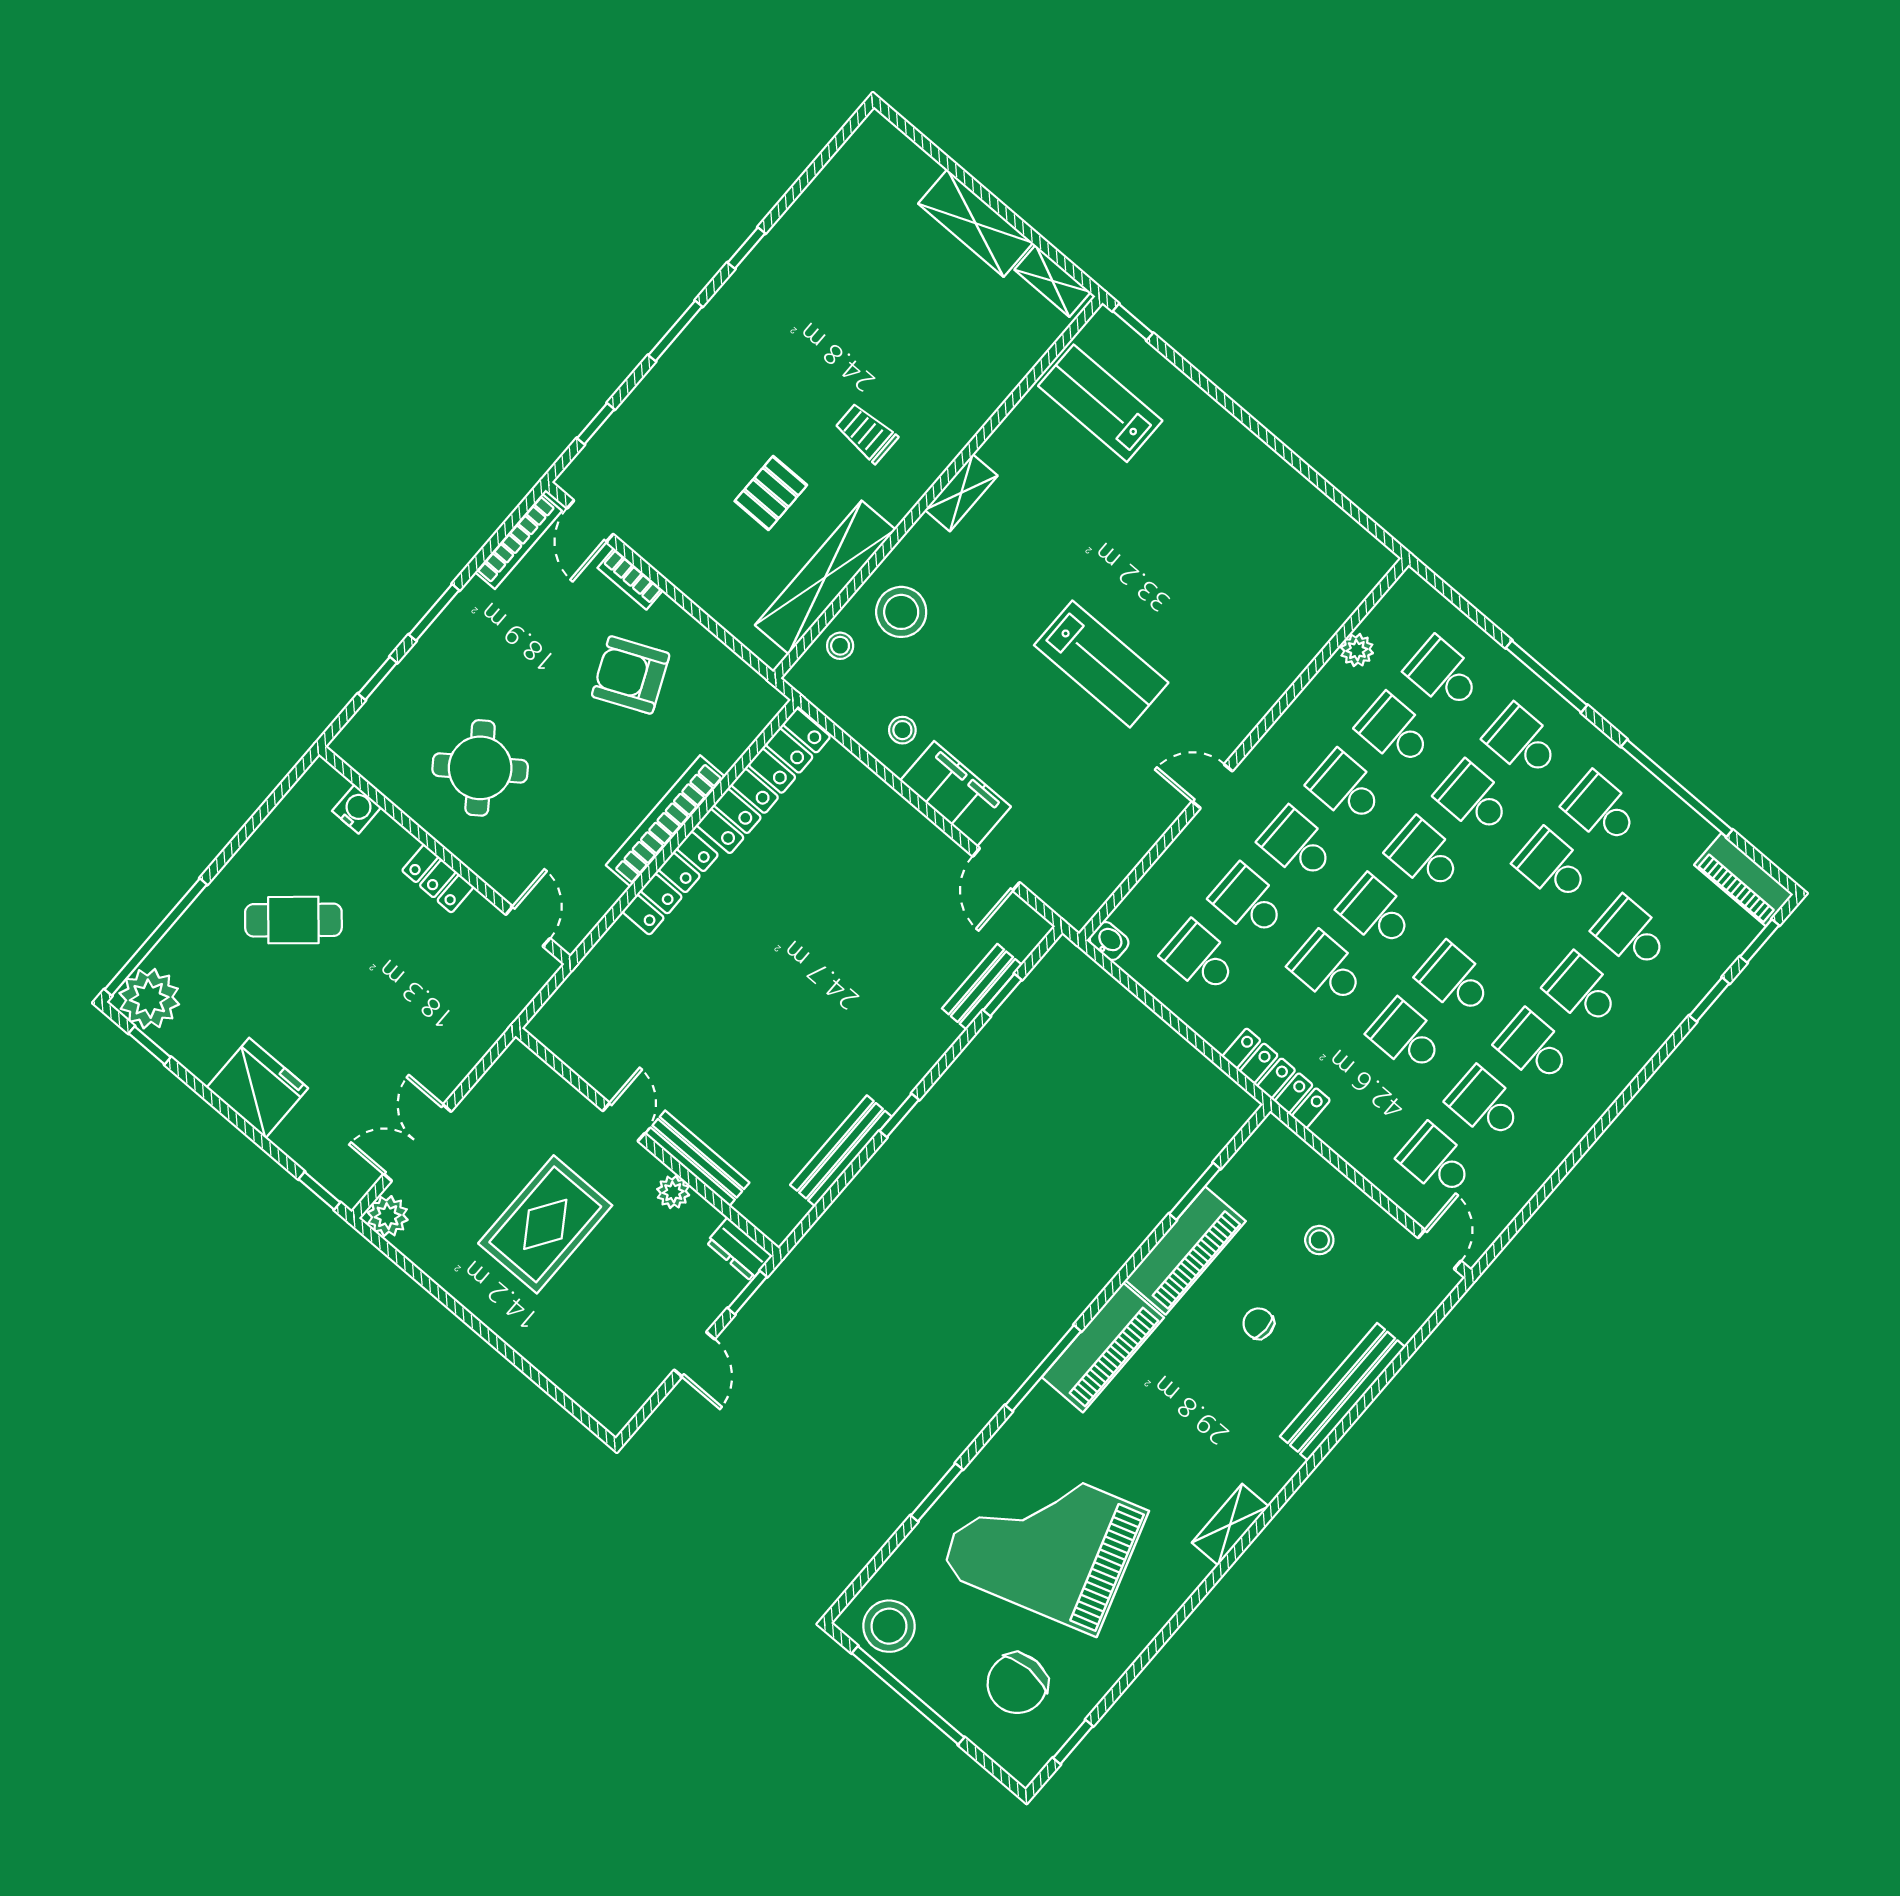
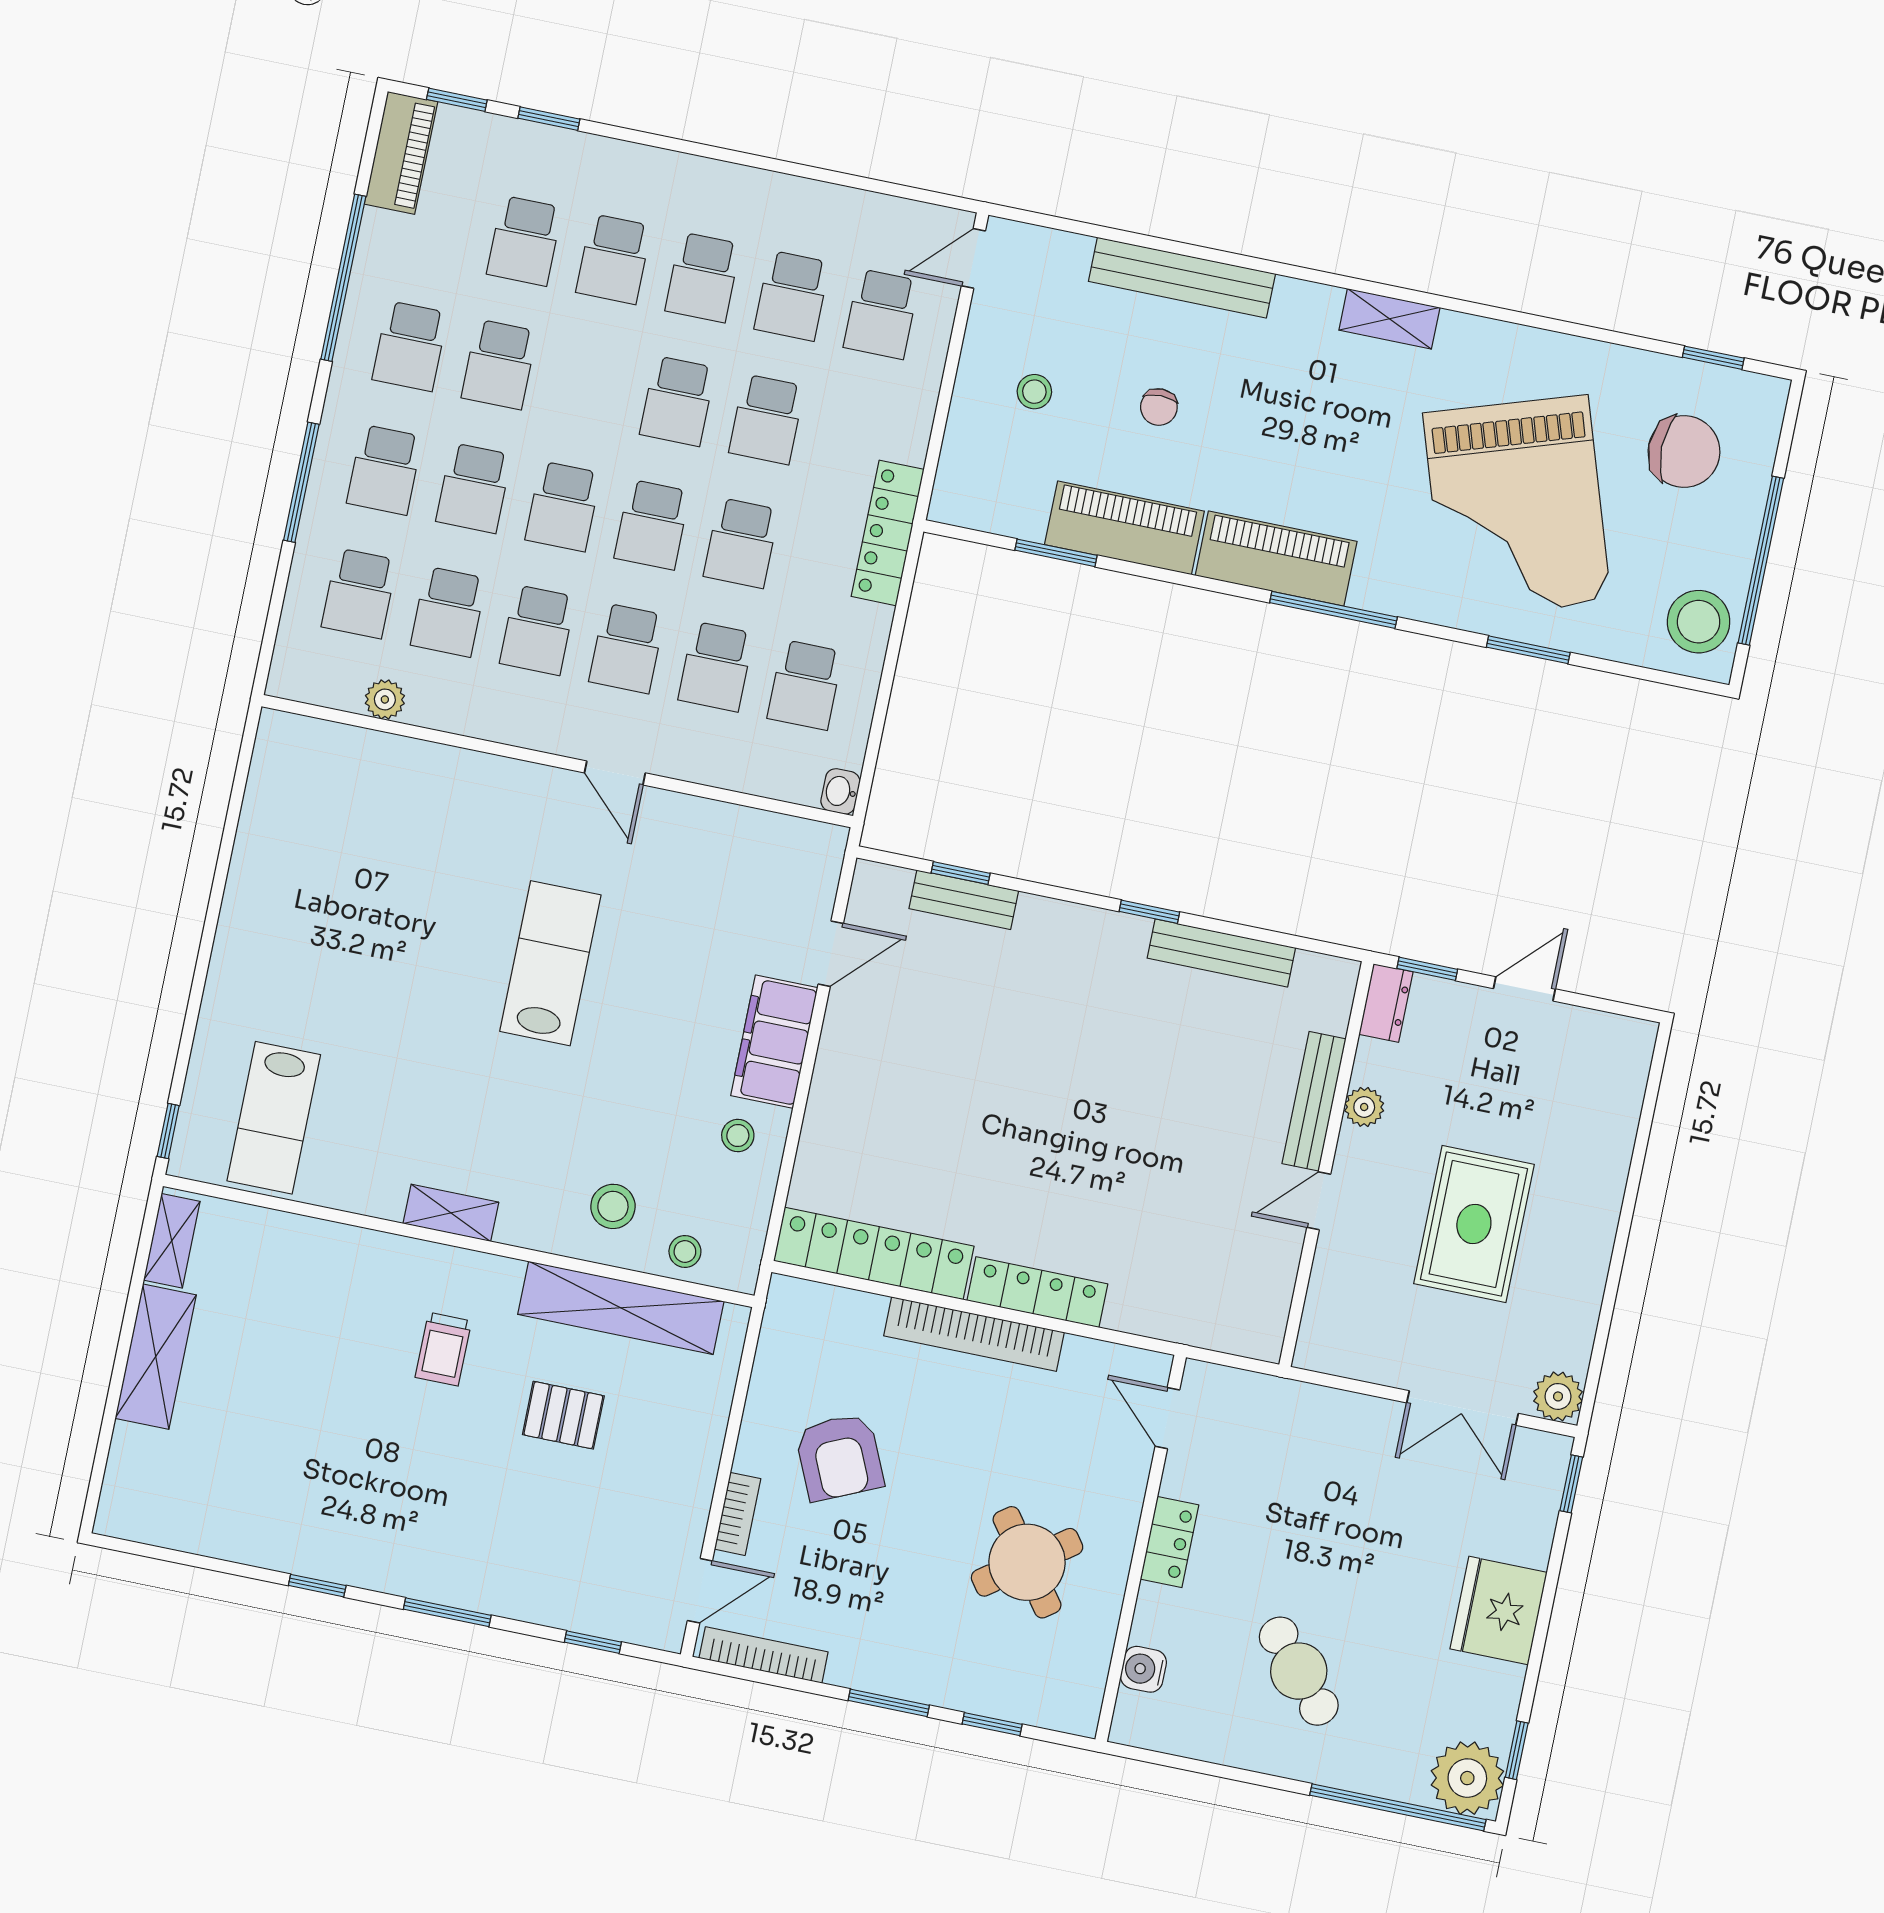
stool: (901, 612) -> (613, 1206), width x0.73, depth x0.73
door: (528, 926) -> (1167, 1418), hinge flipped
rug: (545, 1224) -> (1474, 1224), turned 90

